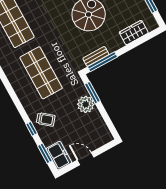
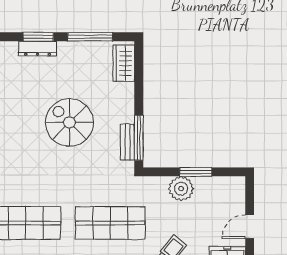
wardrobe: (134, 33) -> (124, 63), moved
window: (92, 93) -> (196, 172), moved

